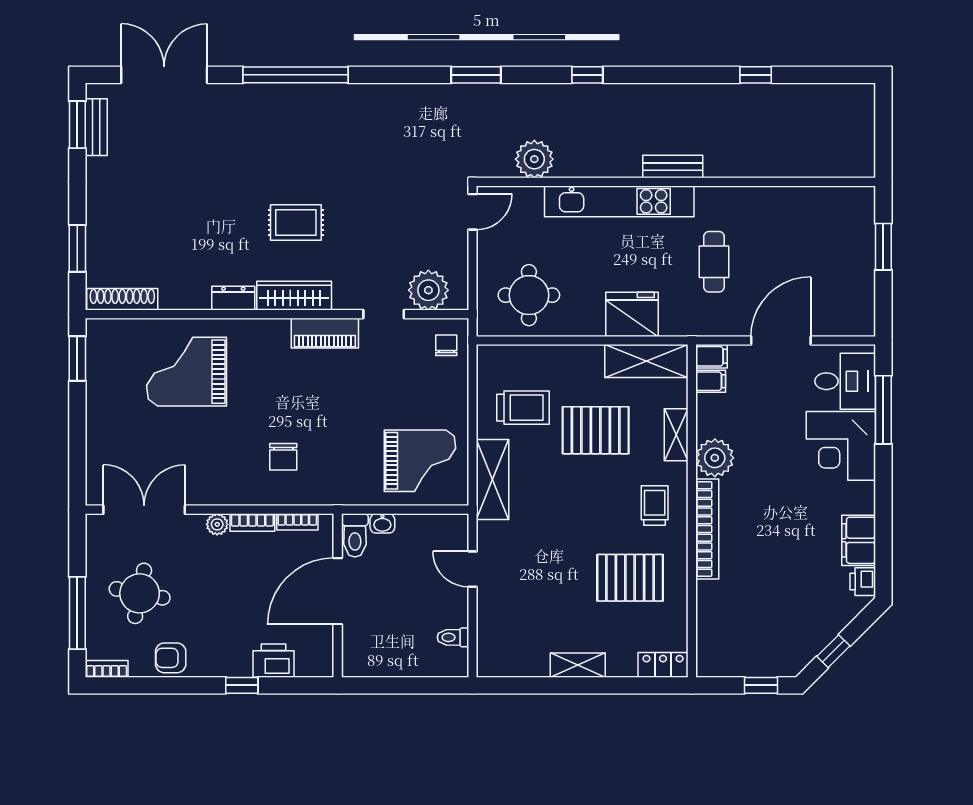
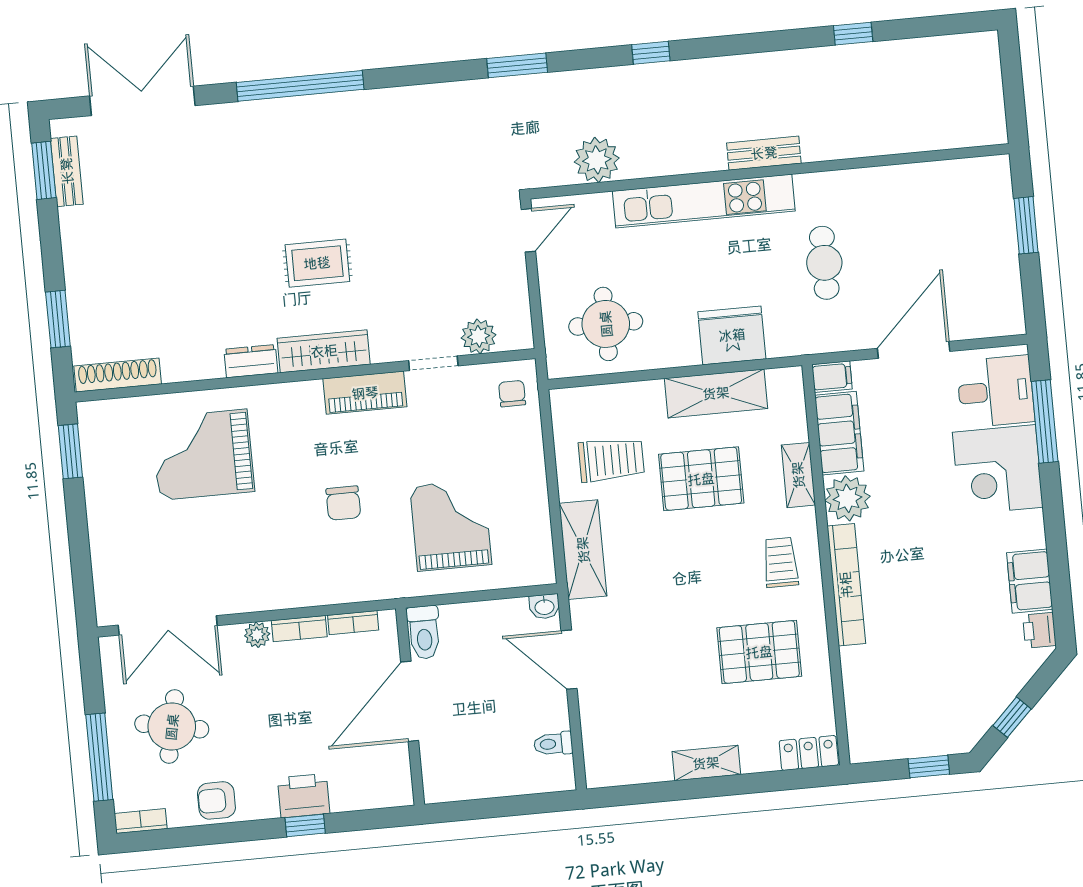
plant: (428, 290) -> (479, 336), width x0.73, depth x0.73
shelving: (646, 361) -> (716, 393), moved
filing cabinet: (711, 381) -> (839, 433), width x3.00, depth x1.17
chair: (283, 457) -> (343, 503), moved
grand piano: (420, 461) -> (451, 525), moved, turned -90
double door: (144, 510) -> (168, 625), swing flipped
washbasin: (382, 523) -> (544, 606), moved
door: (472, 569) -> (569, 660), width x1.38
printer: (274, 661) -> (304, 796), moved

